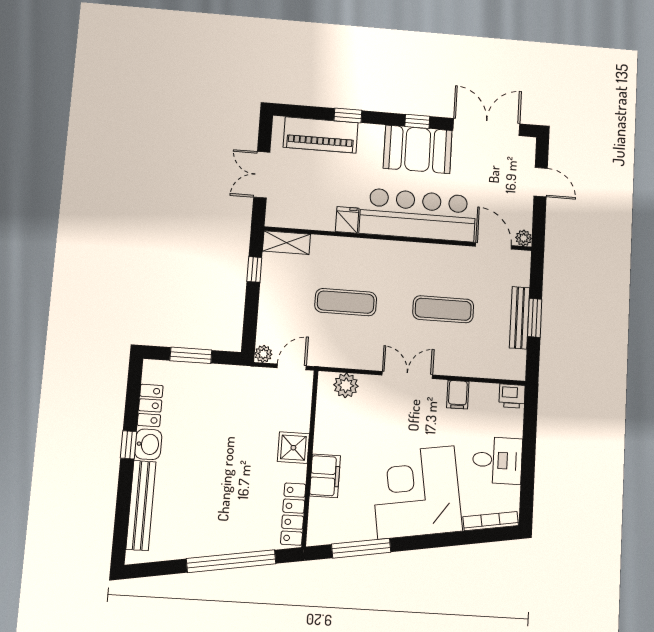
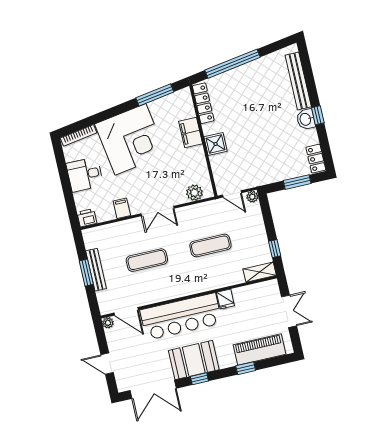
door: (292, 367) -> (232, 194), hinge flipped
locker: (150, 405) -> (316, 159), moved

